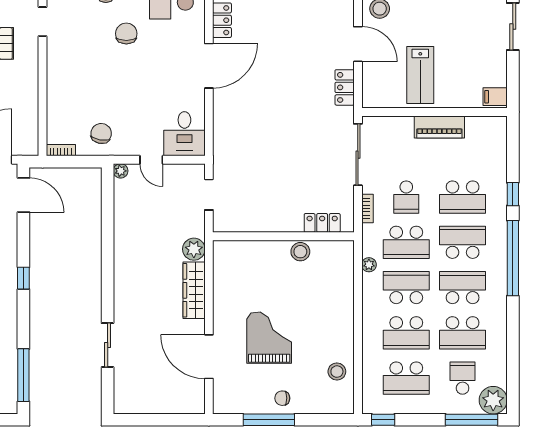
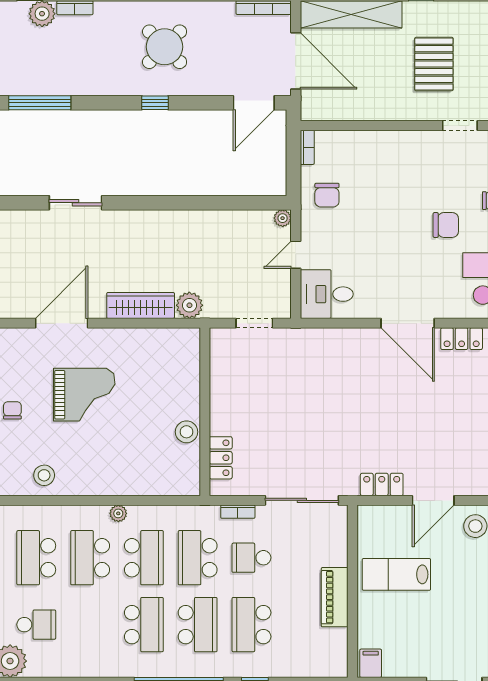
chair: (101, 133) -> (327, 195), turned 79
plant: (369, 265) -> (118, 513), moved
school desk: (463, 333) -> (90, 625), removed

